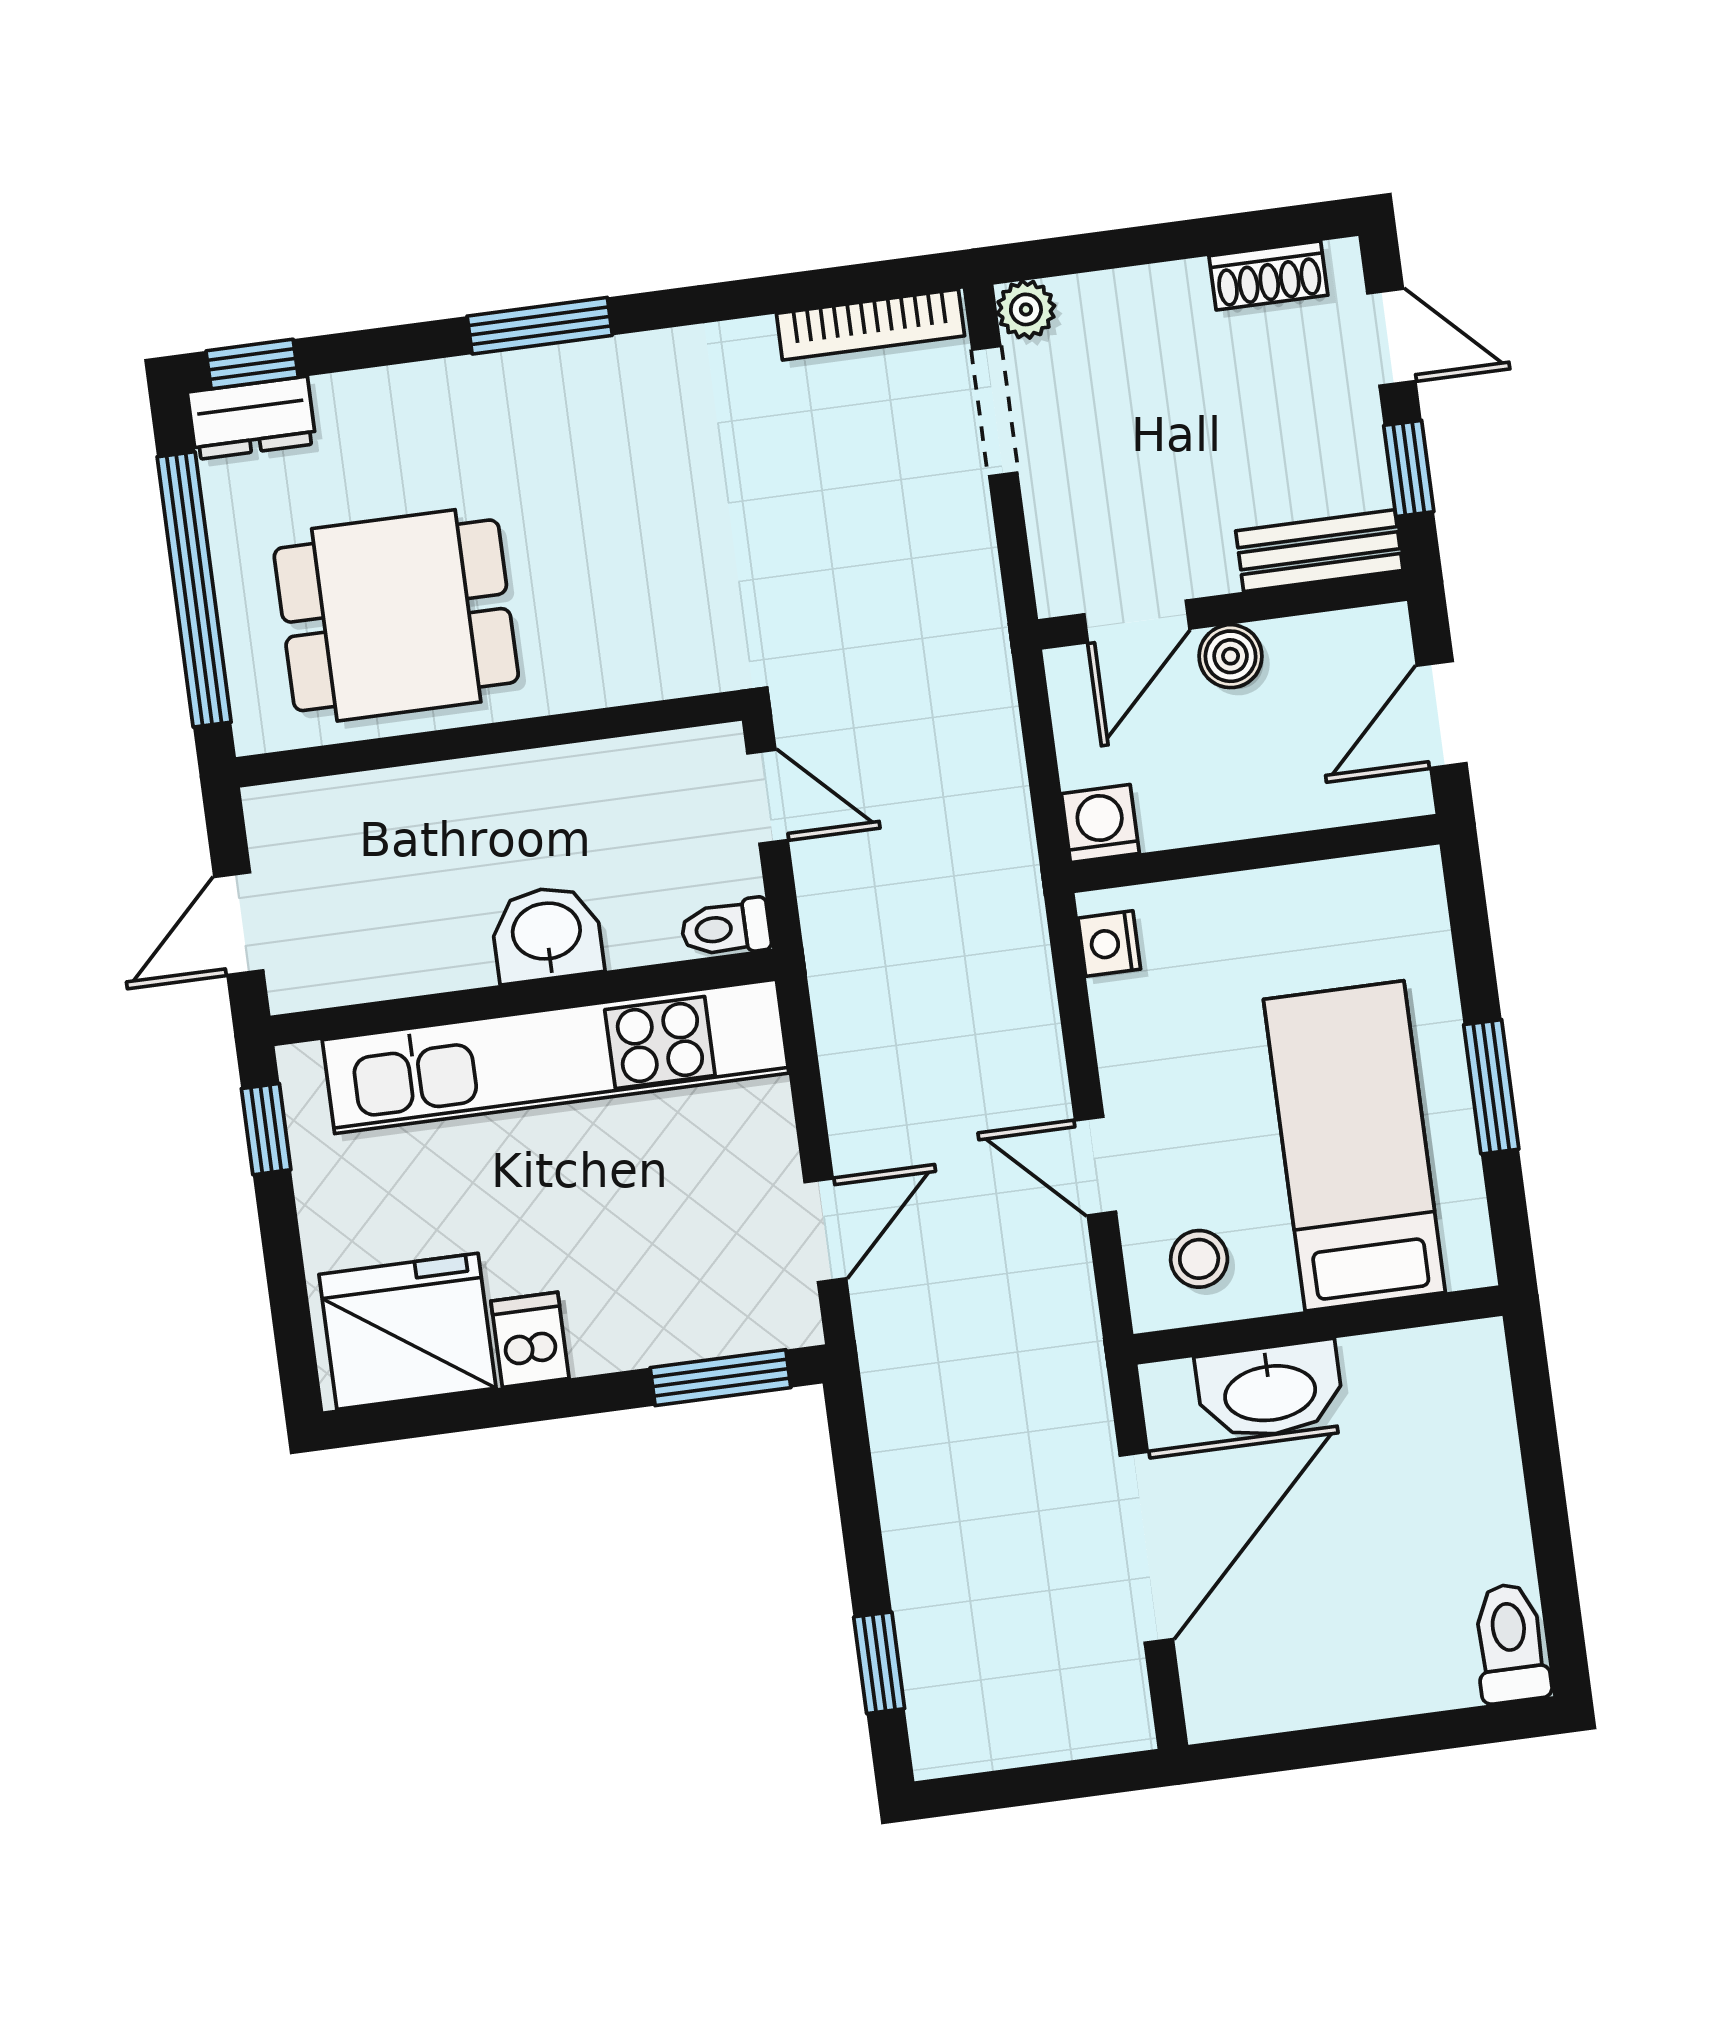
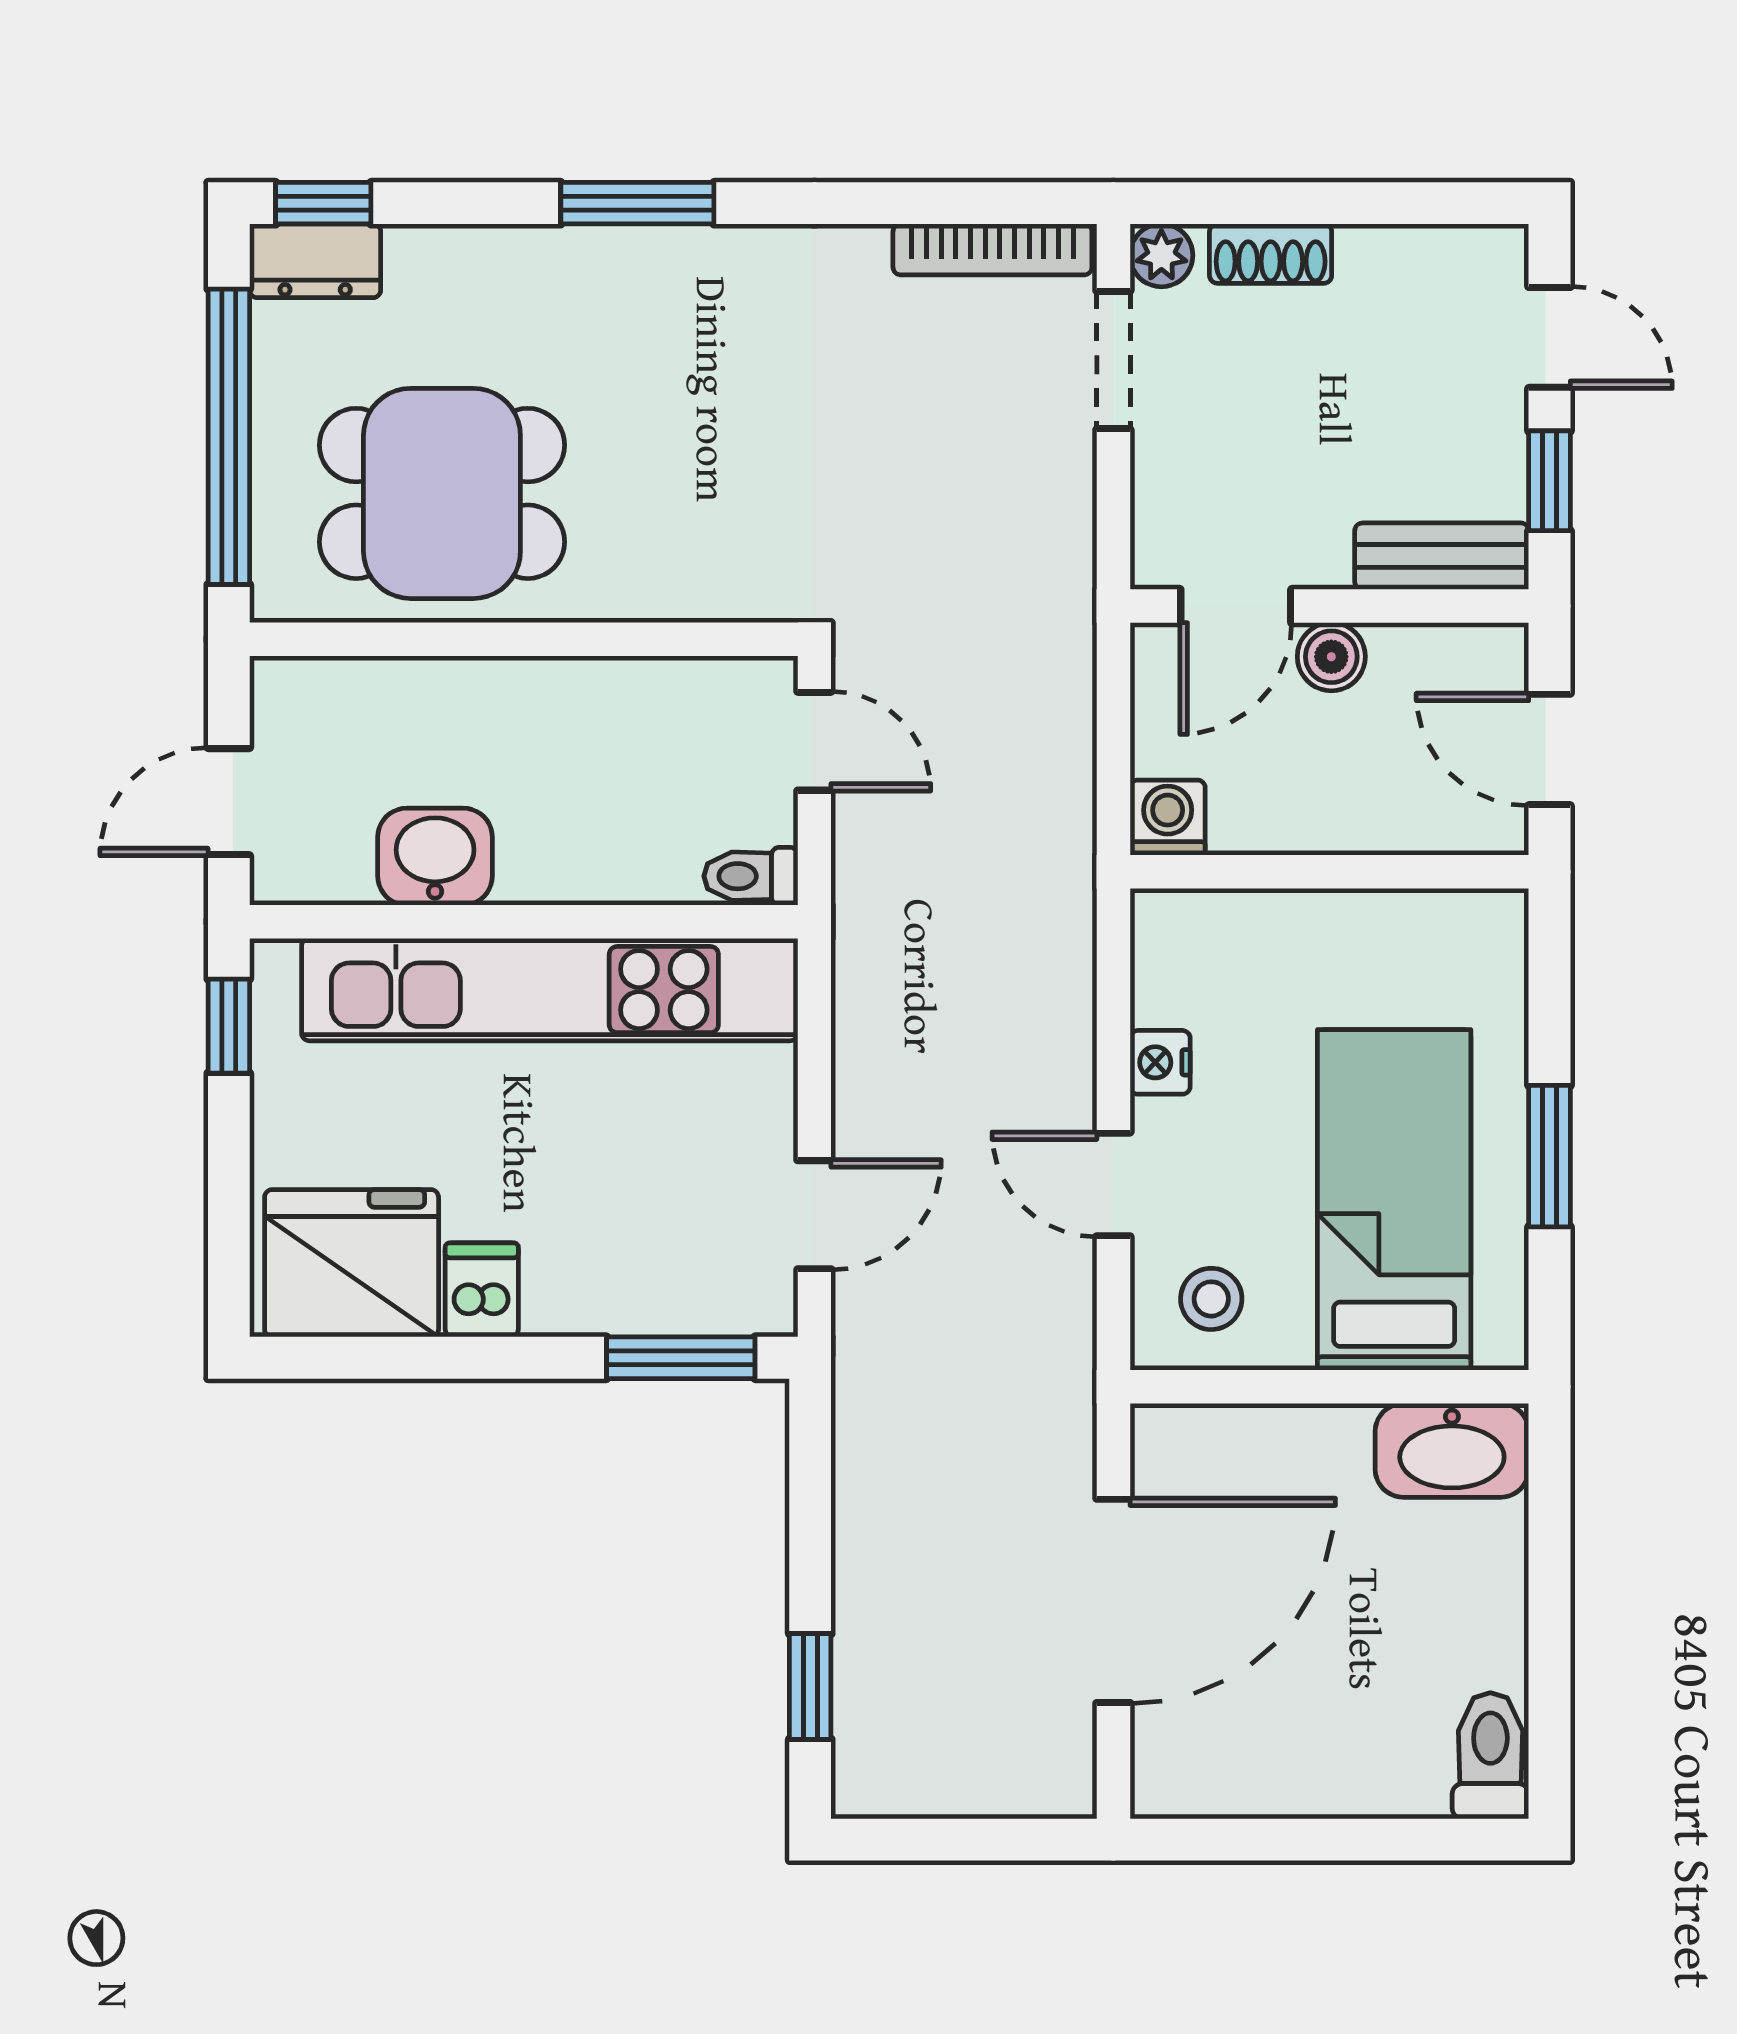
shoe rack: (1268, 275) -> (1271, 254), moved
door: (1442, 714) -> (1549, 749), hinge flipped
washbasin: (547, 934) -> (435, 857), moved
nightstand: (1109, 944) -> (1160, 1062), moved
washbasin: (1270, 1391) -> (1452, 1450), moved

